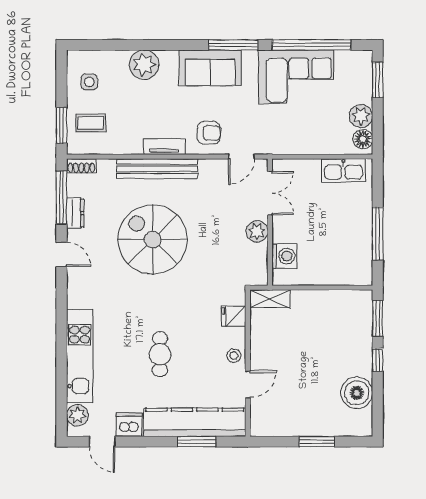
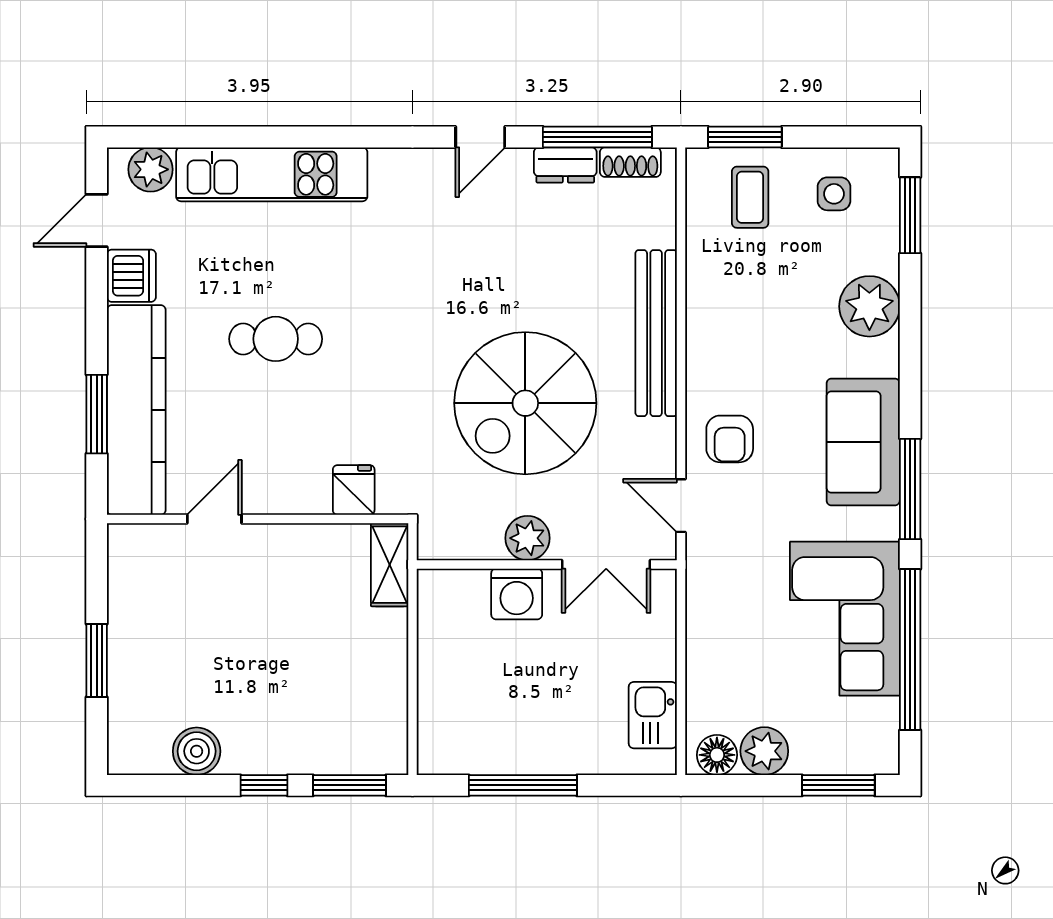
window: (100, 45) -> (910, 215), added
tv unit: (164, 147) -> (701, 348), removed
shoe rack: (81, 166) -> (630, 162), moved, turned -90
kitchen sink: (343, 170) -> (653, 715), width x0.73
spiral stairs: (153, 240) -> (525, 403), moved, turned 180
washing machine: (284, 256) -> (517, 594), moved
stool: (234, 356) -> (273, 490), removed
door: (248, 384) -> (214, 519), swing flipped
boiler: (357, 393) -> (197, 751), width x0.73, depth x0.73

